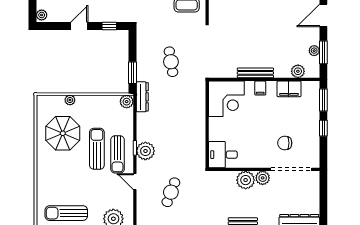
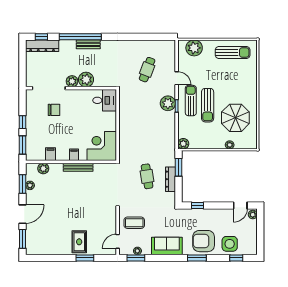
door: (79, 26) -> (240, 205), moved
filing cabinet: (289, 89) -> (51, 154), width x0.50
dresser: (142, 97) -> (171, 179), moved

